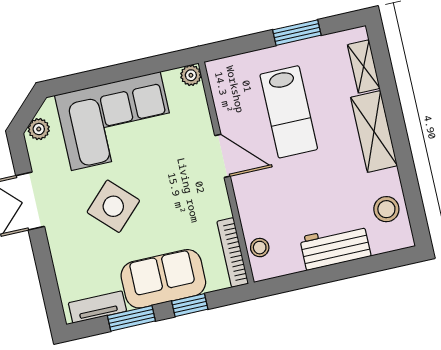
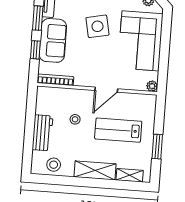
side table: (113, 206) -> (98, 26), turned 33
stool: (260, 248) -> (75, 119), moved

